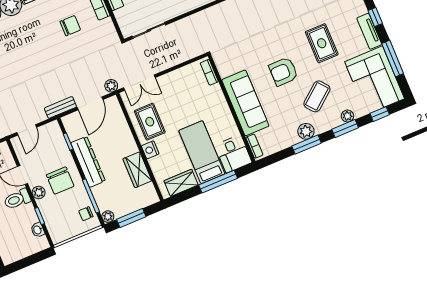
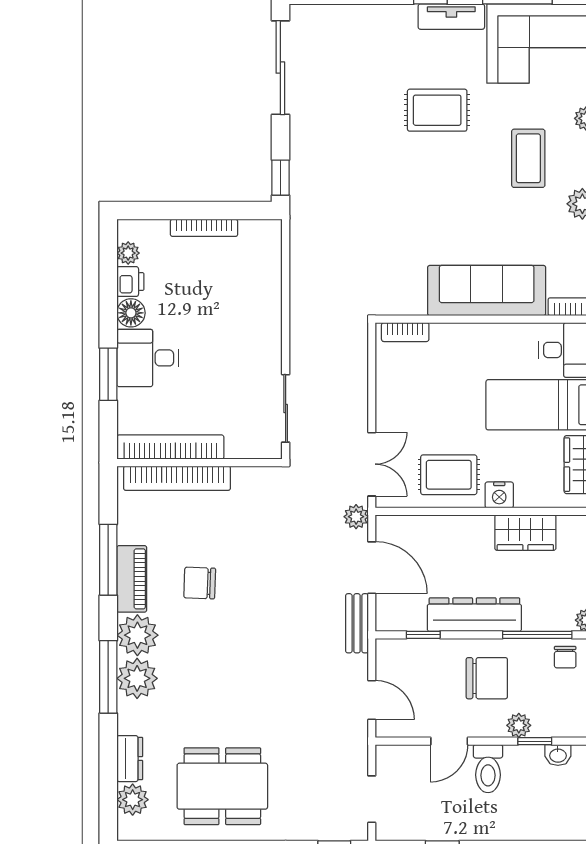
chair: (70, 26) -> (200, 583), moved, turned -88
armchair: (283, 72) -> (459, 199), removed
coffee table: (317, 96) -> (528, 158), turned 39
plant: (39, 192) -> (519, 725), moved

